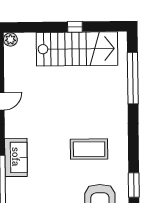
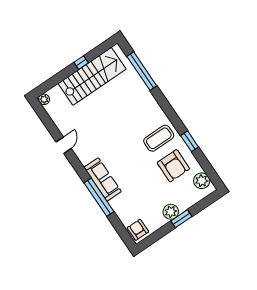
coffee table: (89, 149) -> (159, 138), moved
sofa: (16, 157) -> (103, 179), width x1.36

